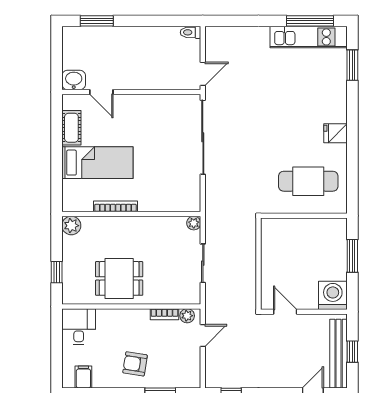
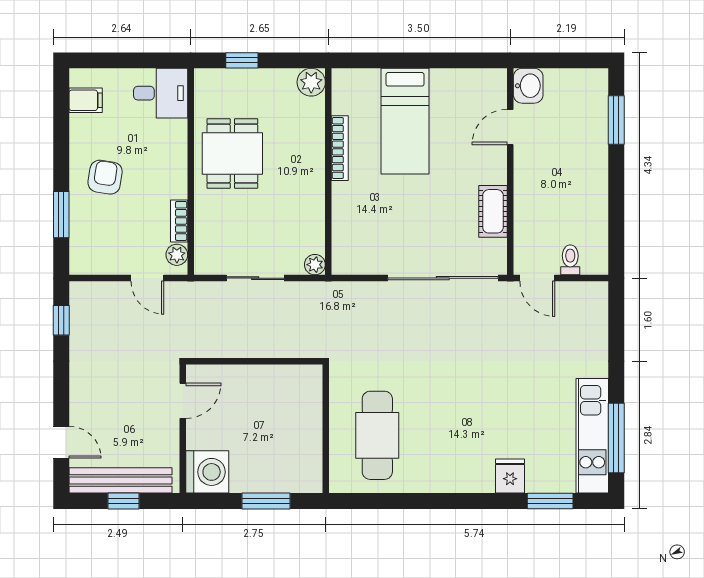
toilet: (191, 32) -> (570, 260), moved
cot: (71, 128) -> (493, 211), moved, turned 90
fridge: (336, 133) -> (510, 476), moved

